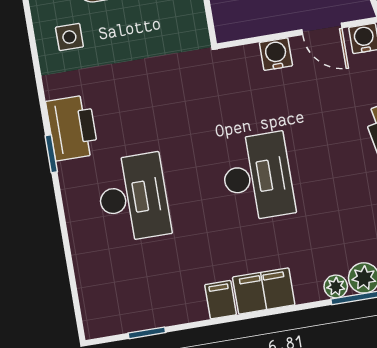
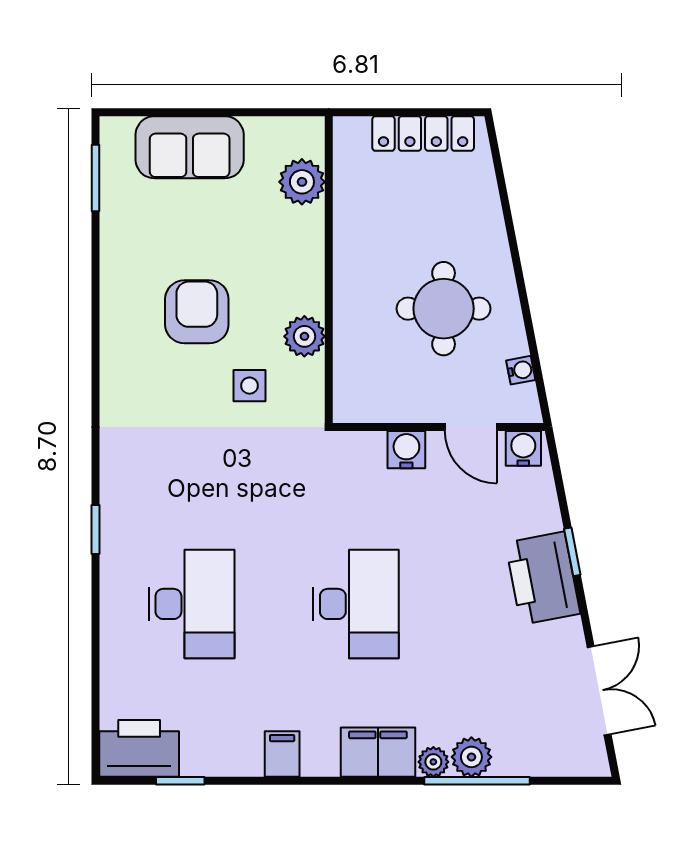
side table: (69, 37) -> (249, 386), moved
printer: (72, 128) -> (139, 748), moved, turned -90
filing cabinet: (264, 291) -> (378, 752), moved

